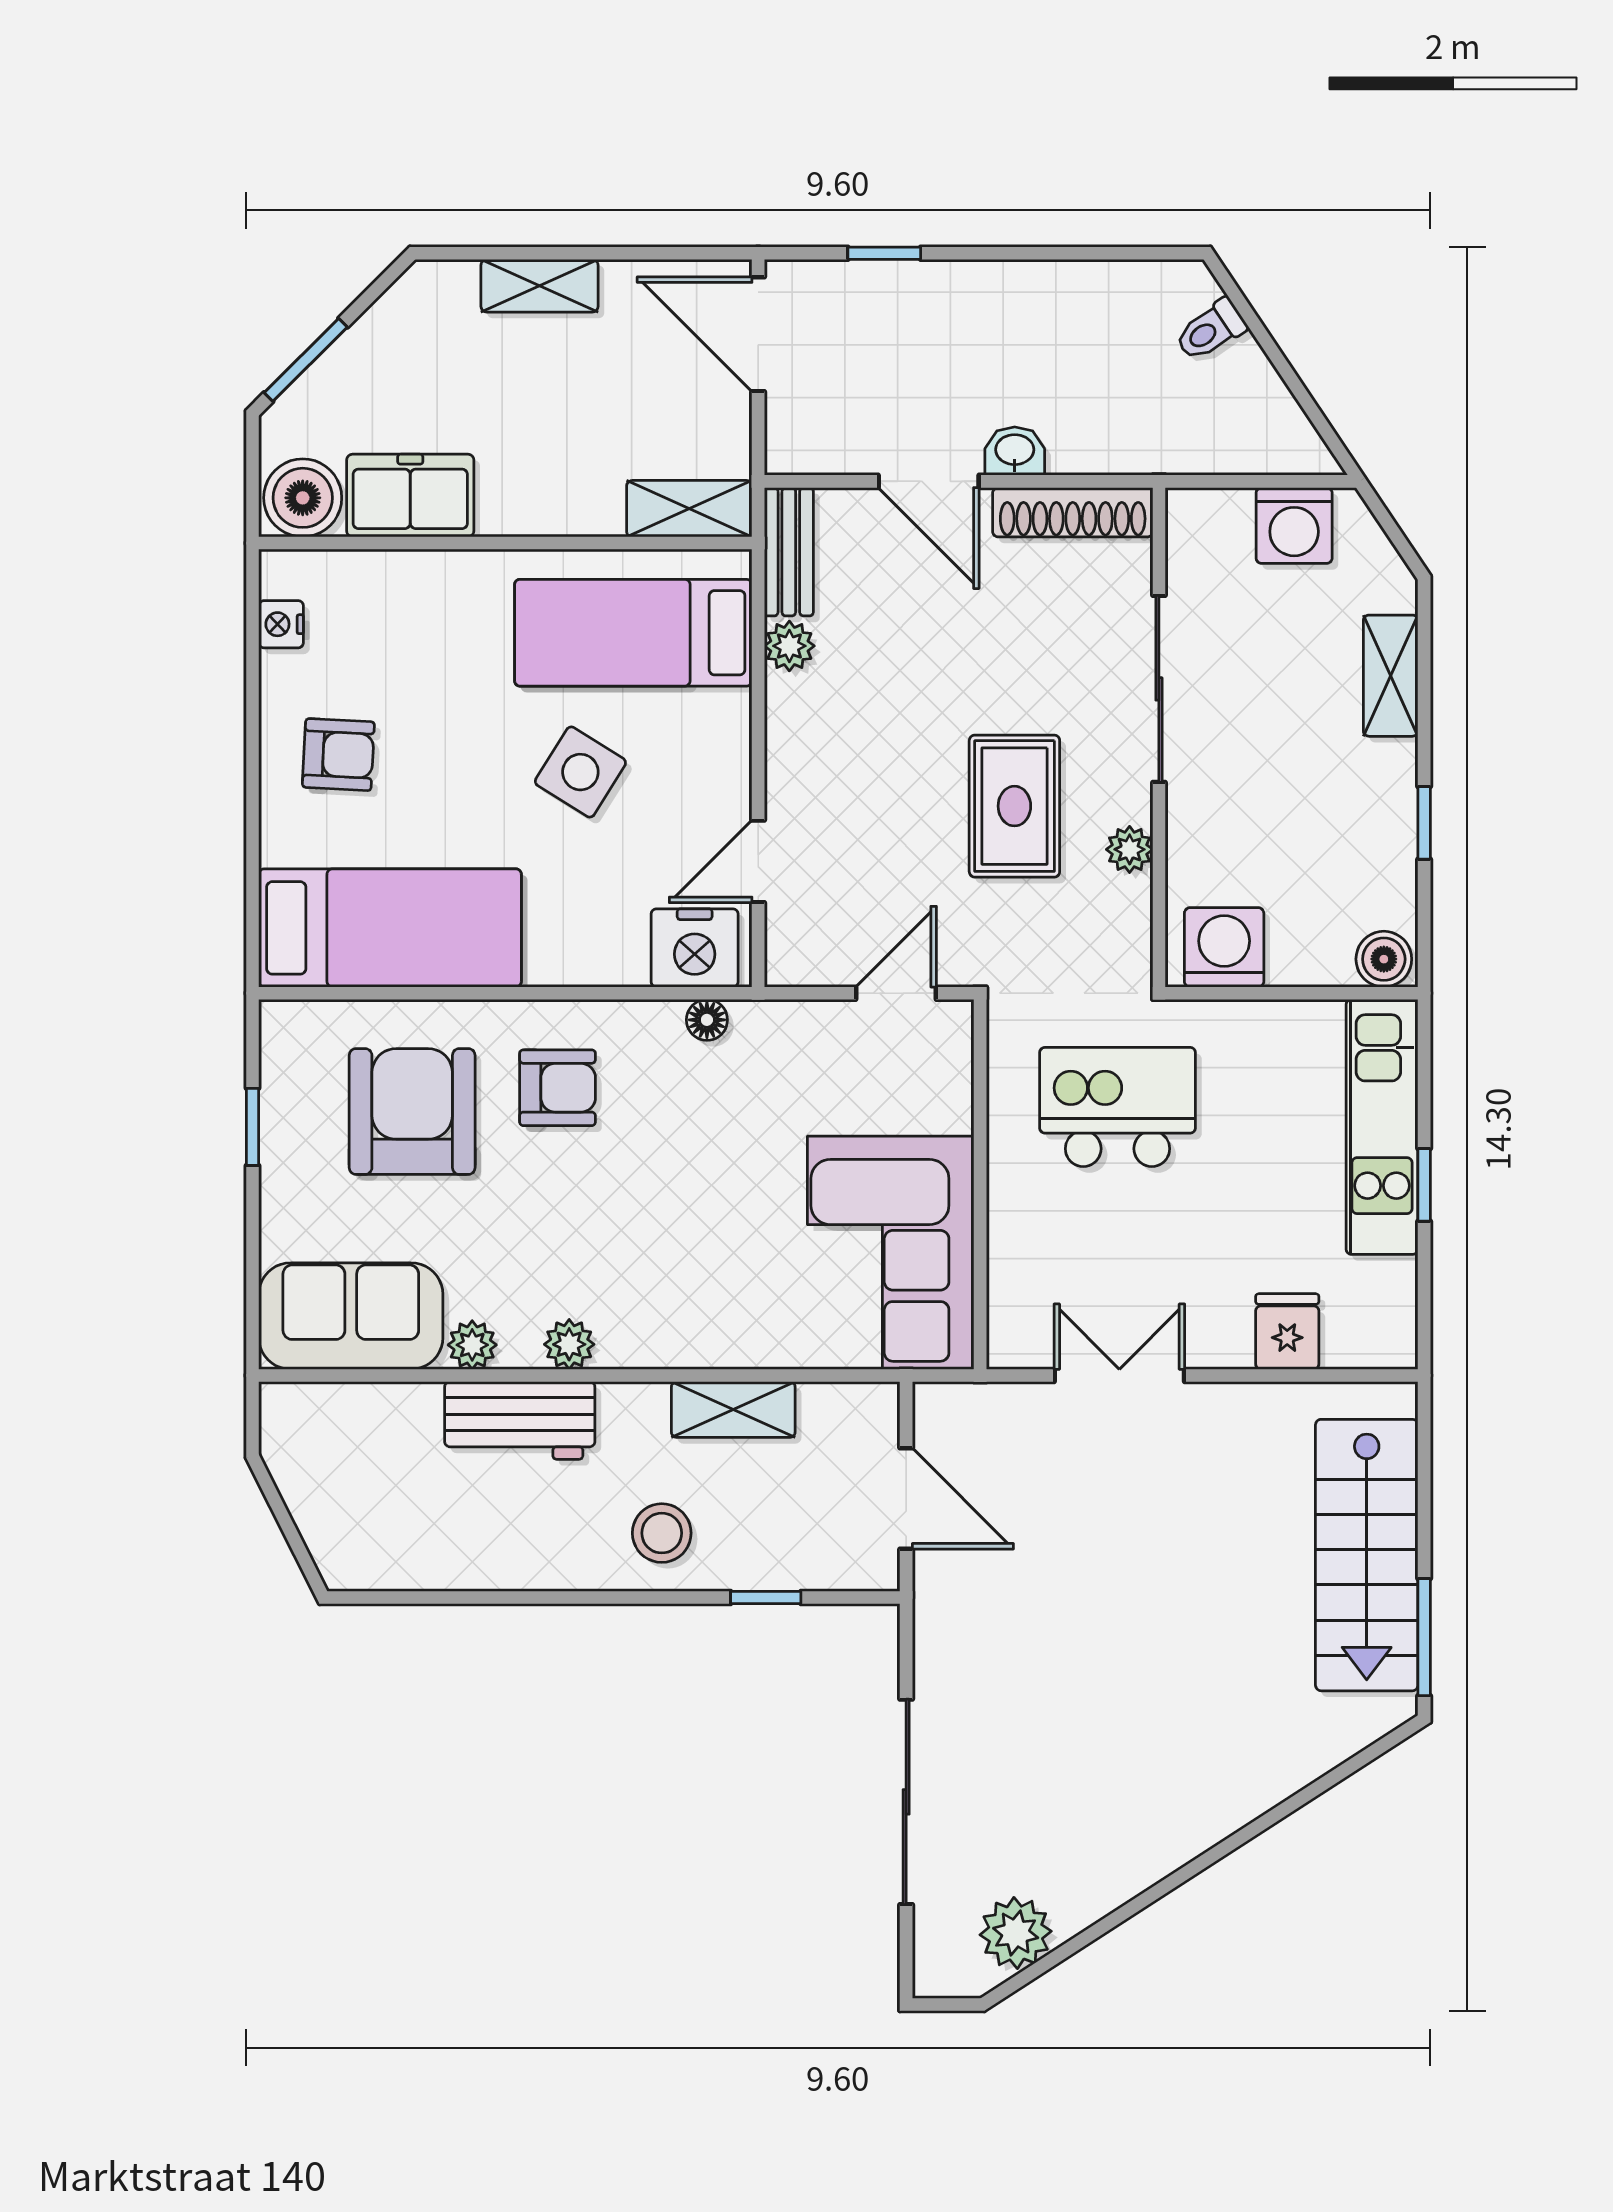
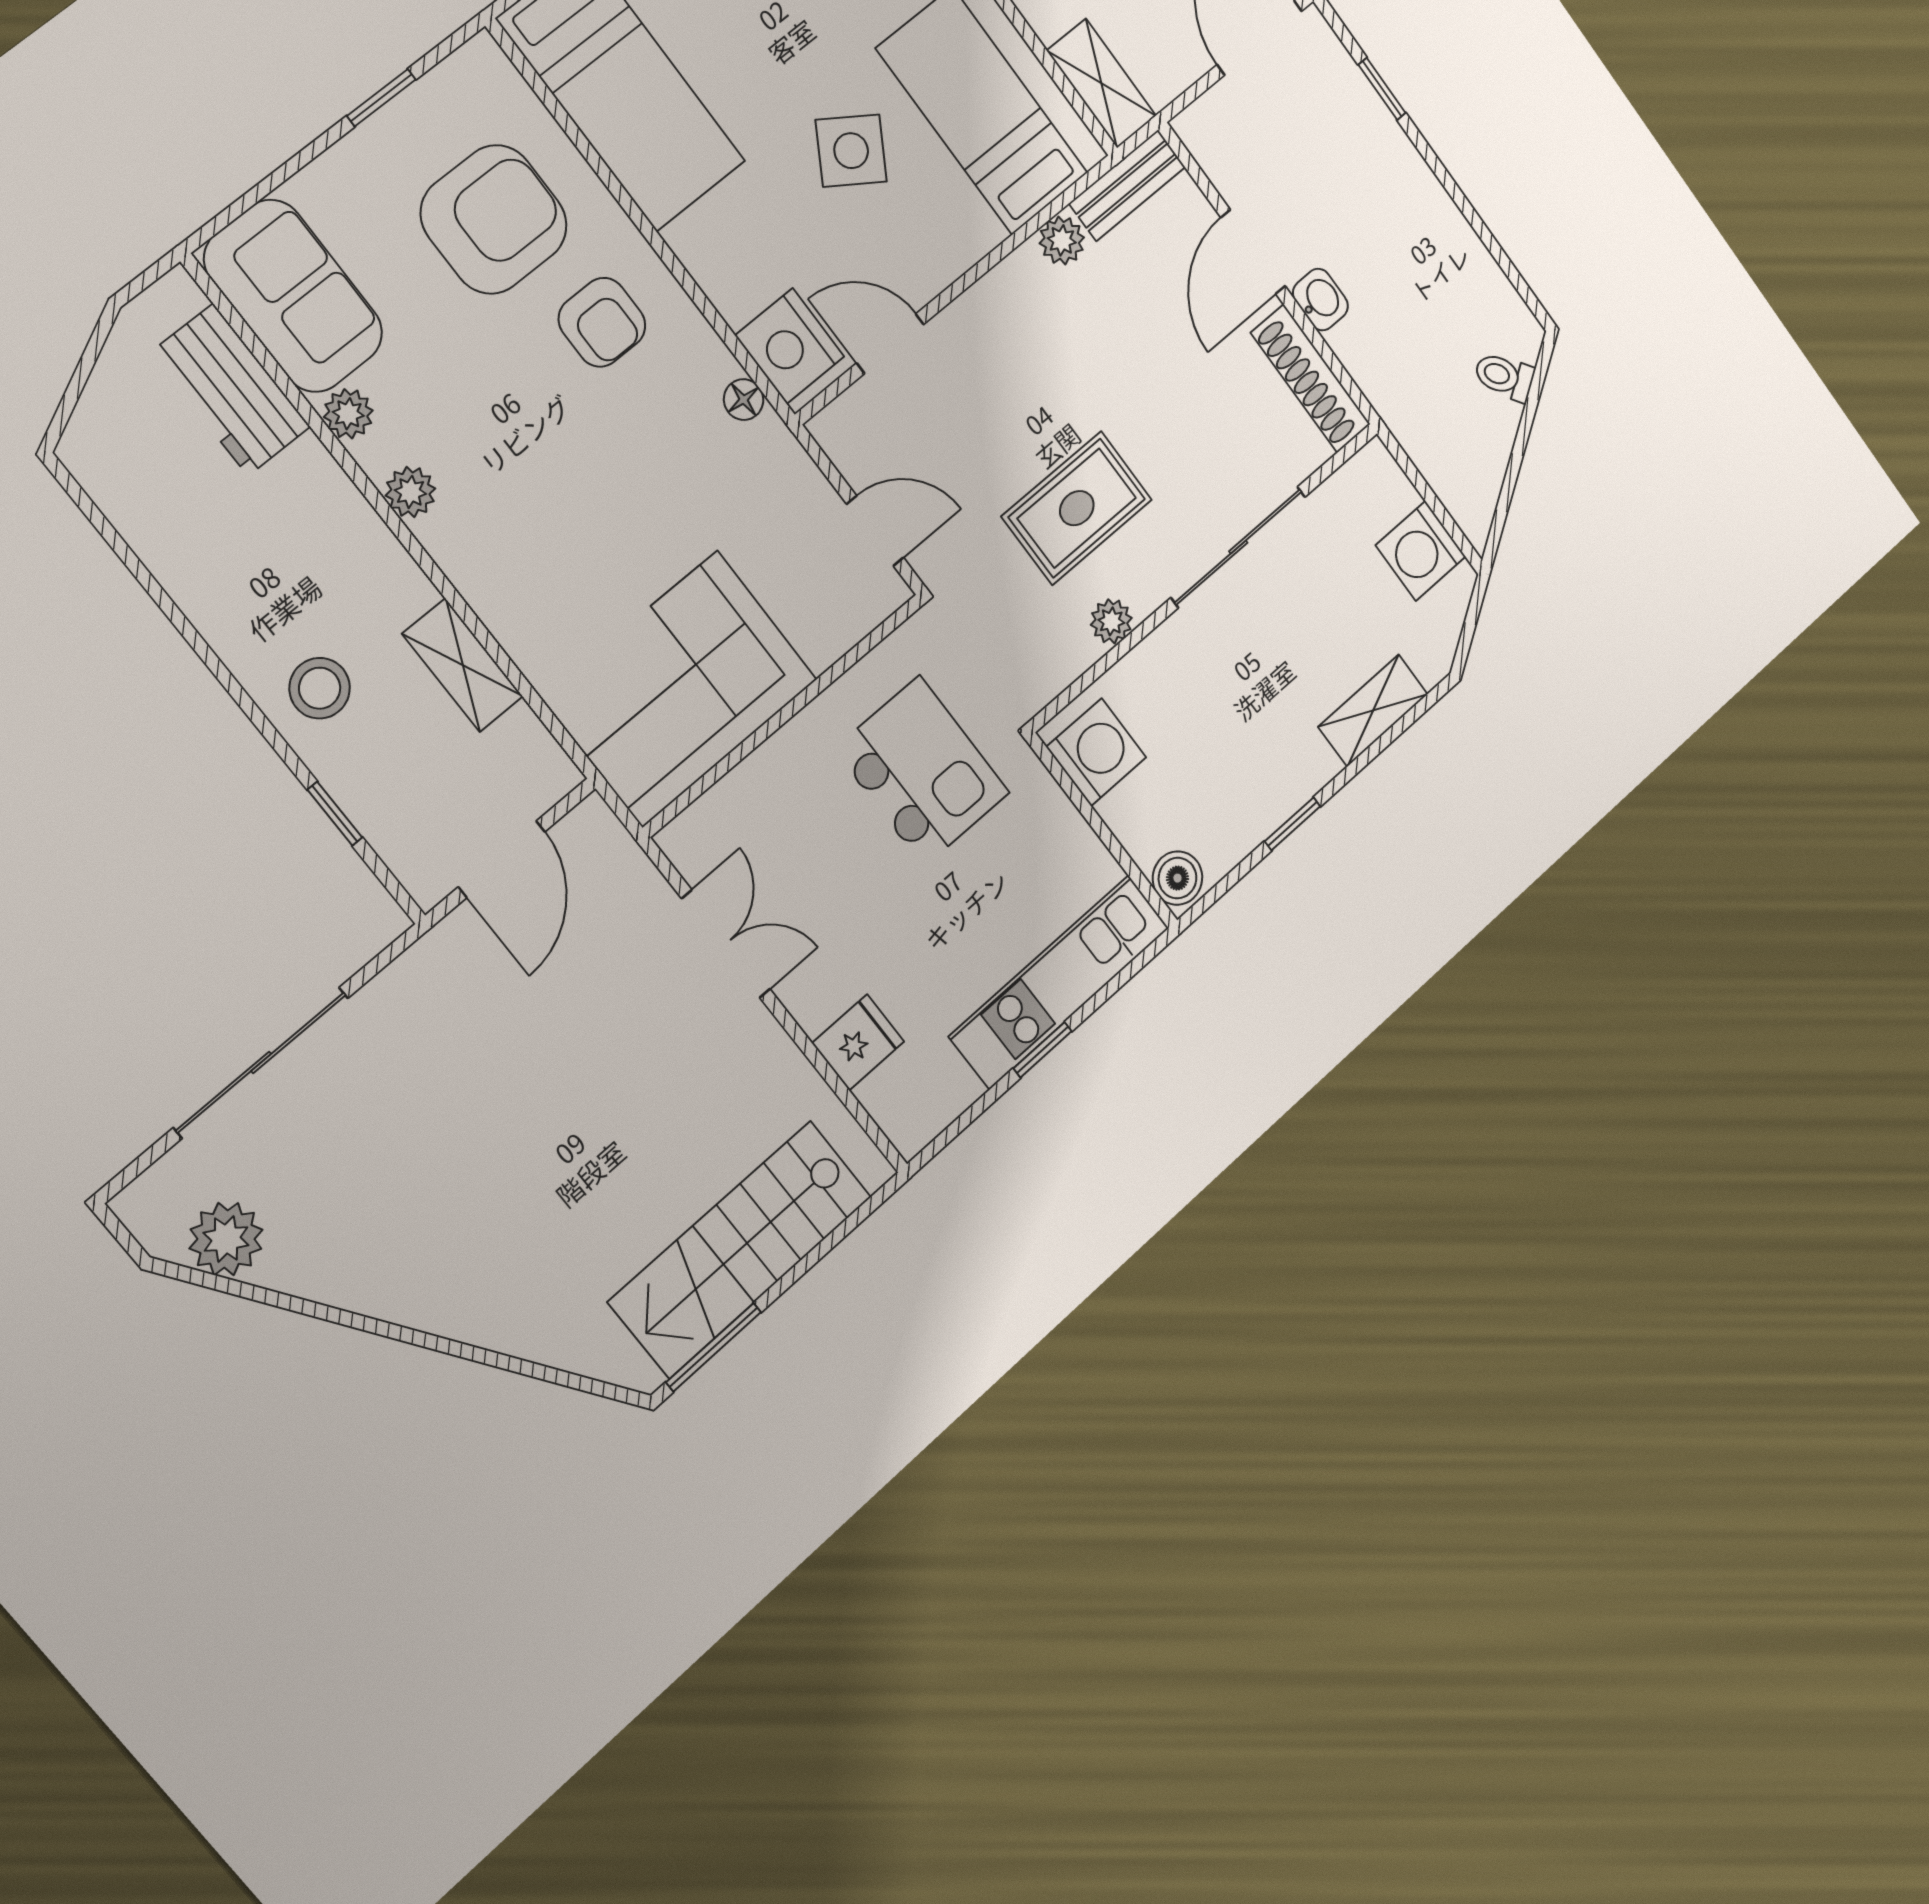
workbench: (520, 1420) -> (231, 390), moved

